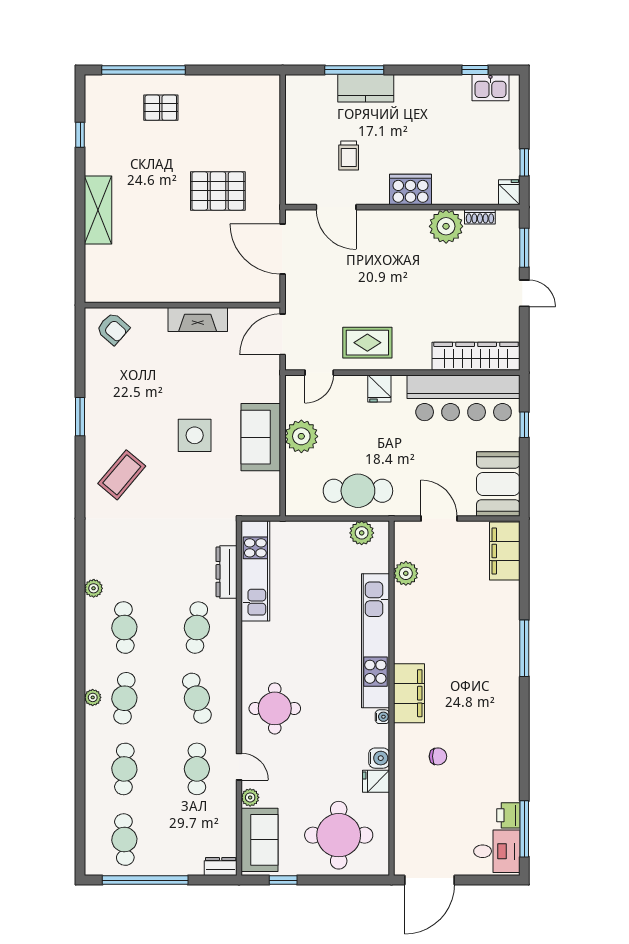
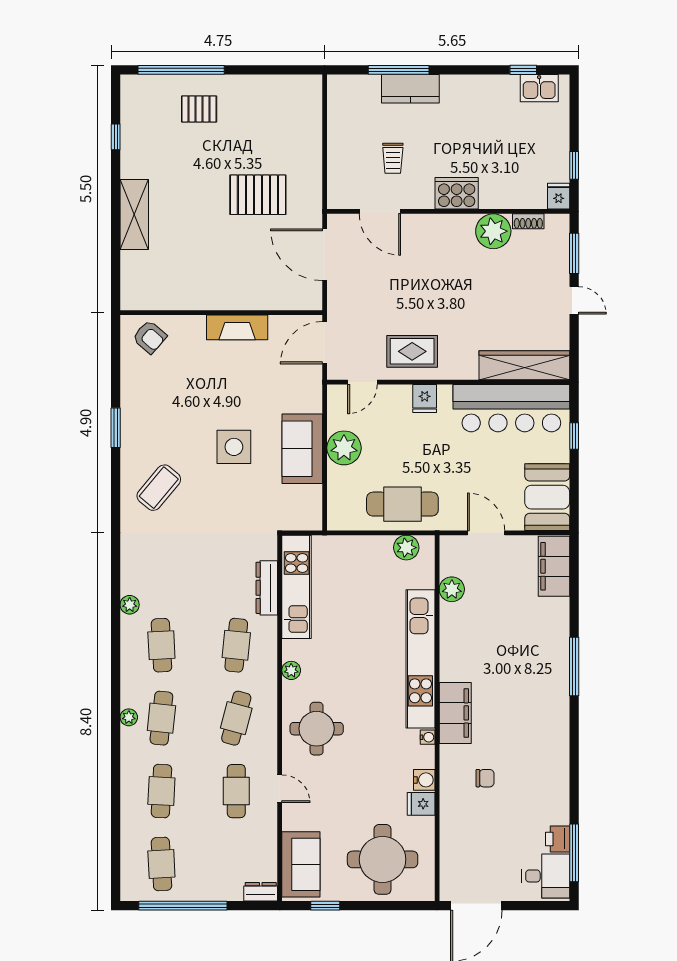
cafe table: (197, 698) -> (236, 718), turned 33
plant: (250, 797) -> (291, 670), moved

